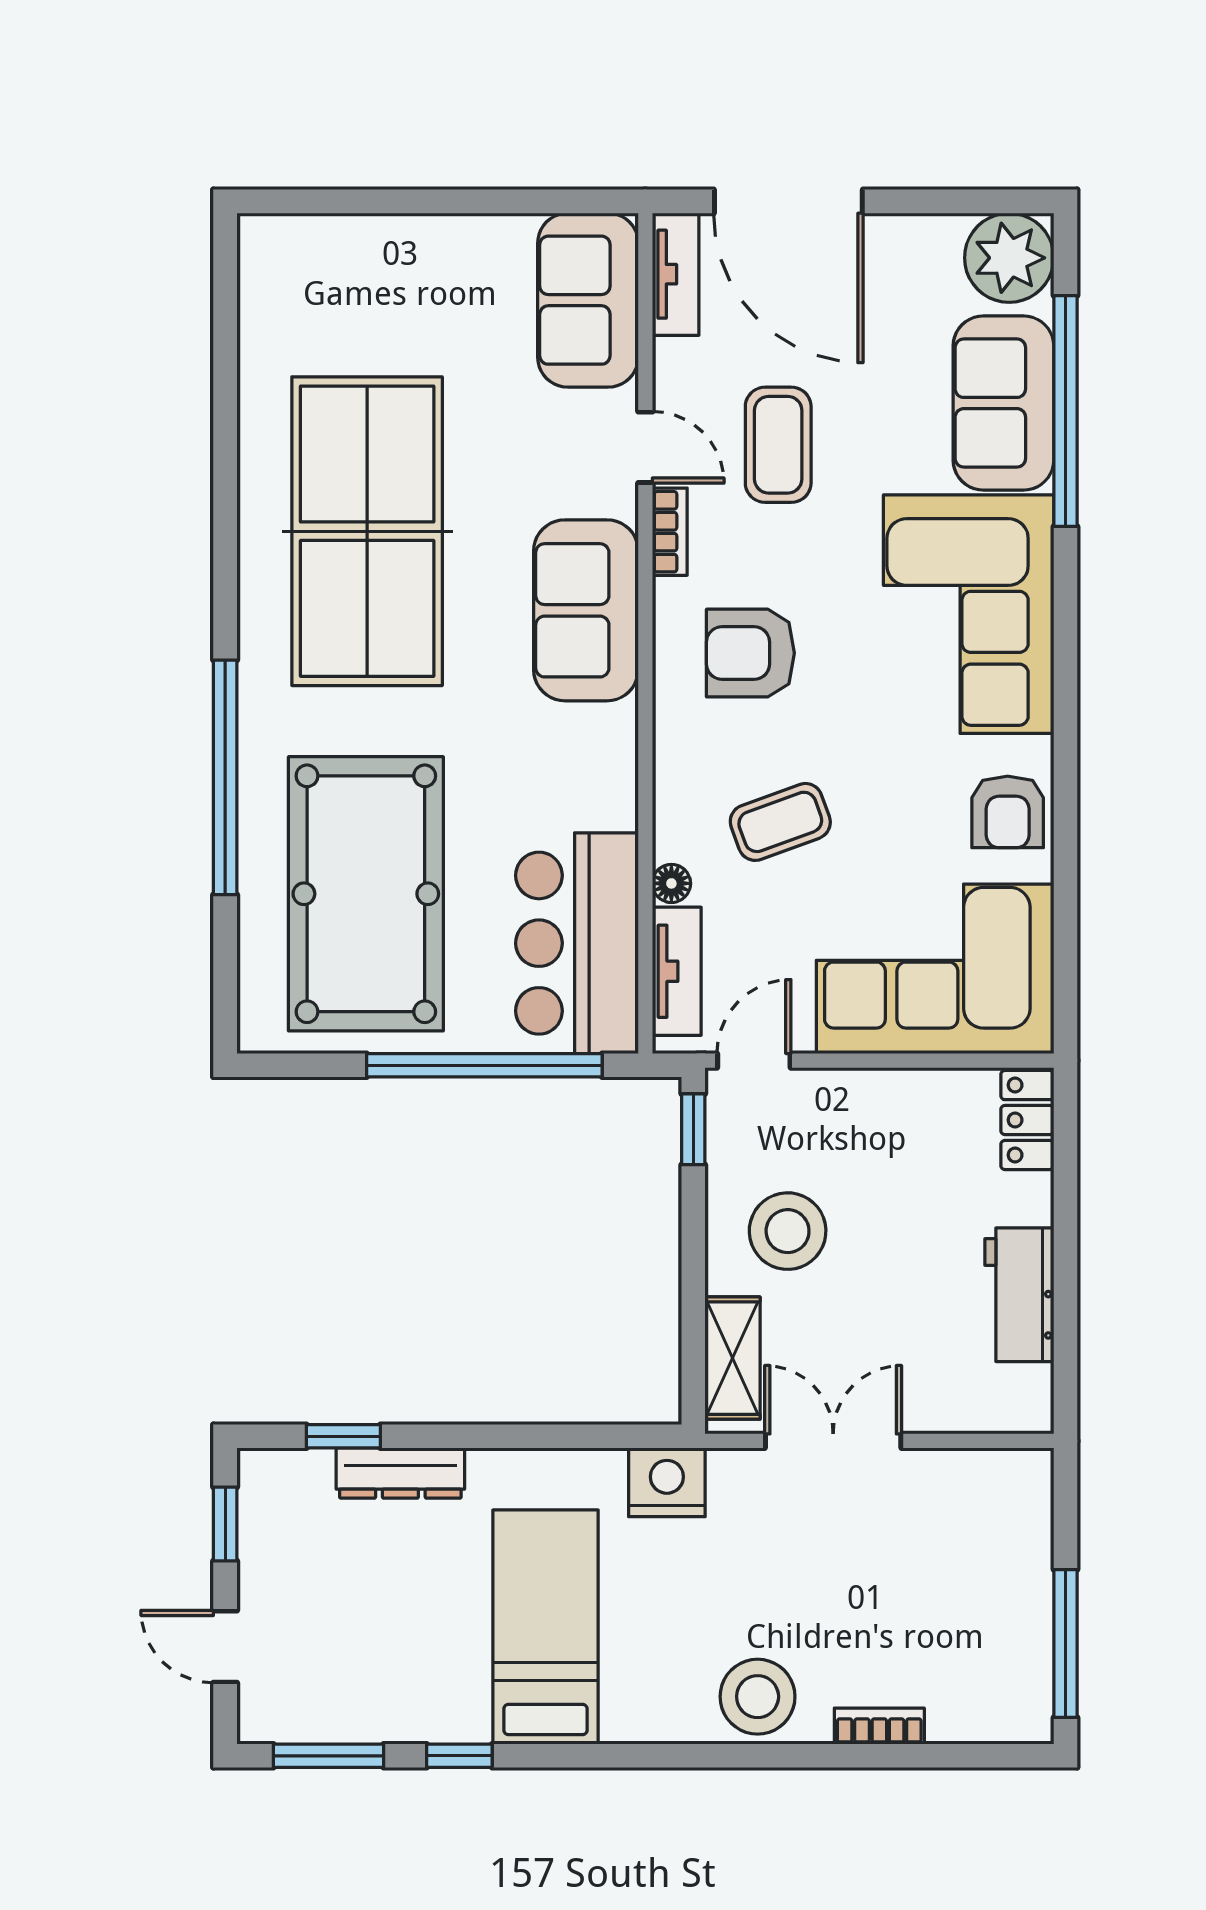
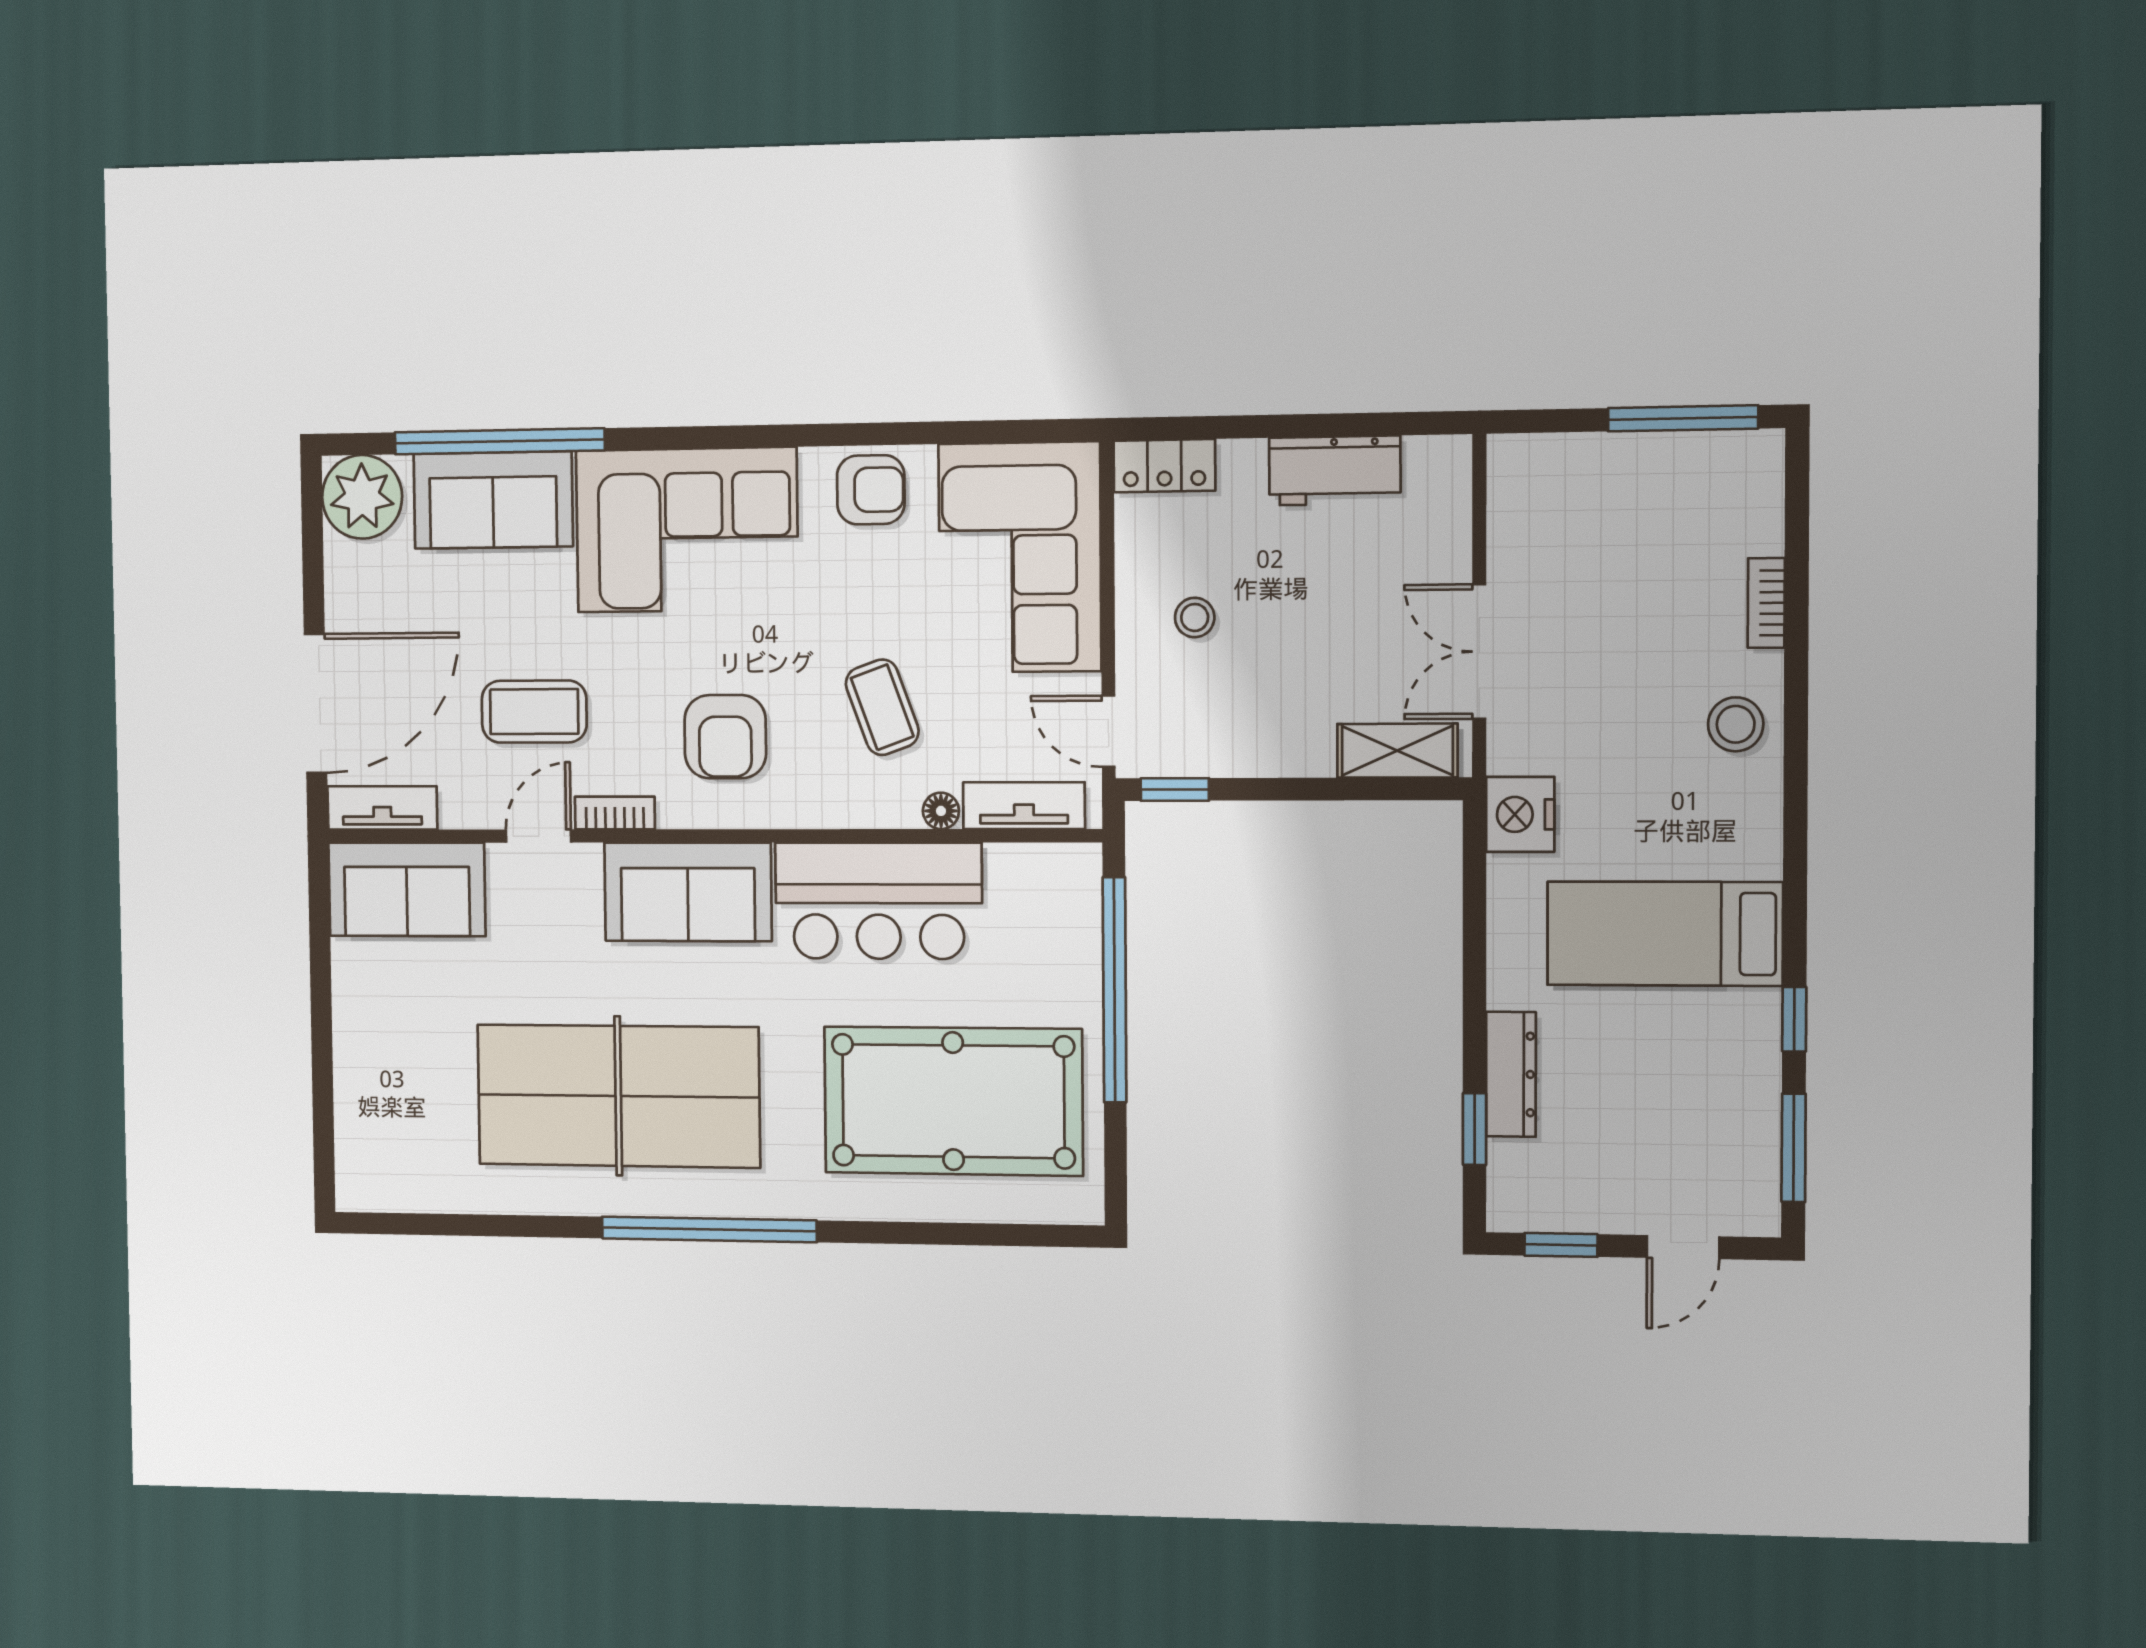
window: (225, 777) -> (709, 1229), moved
bar counter: (577, 943) -> (878, 901), moved
stool: (788, 1231) -> (1195, 617), moved, width x0.53, depth x0.53
stool: (758, 1697) -> (1736, 724), width x0.73, depth x0.73

